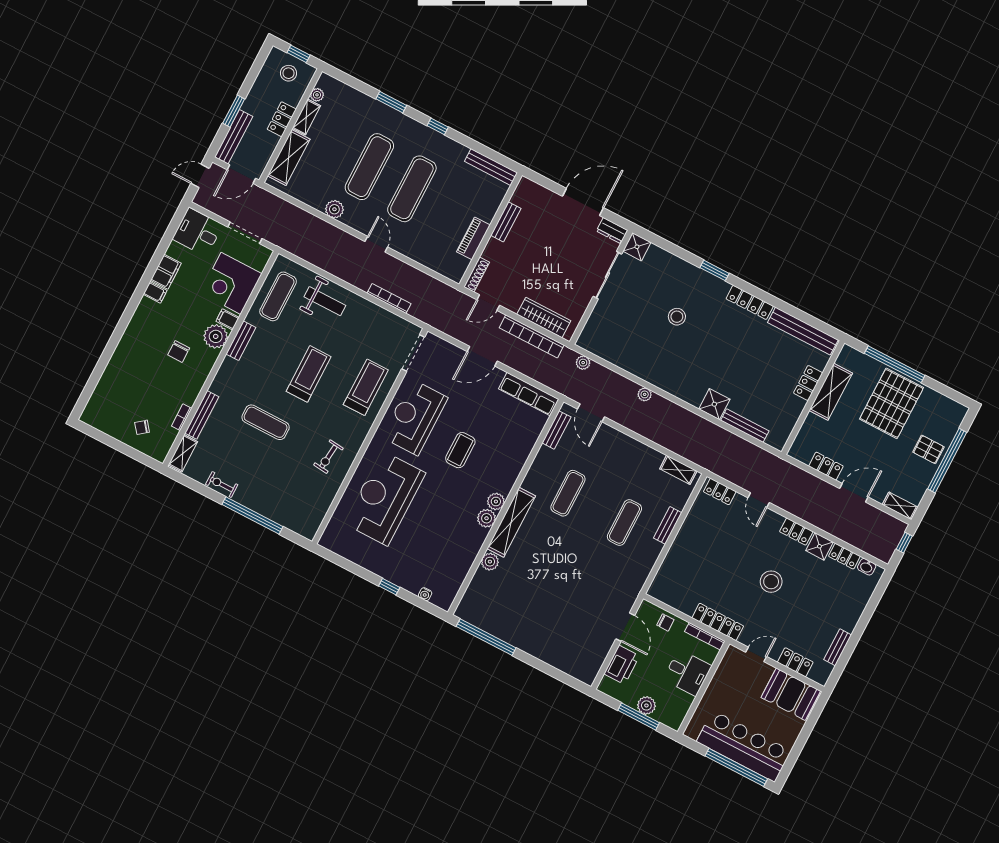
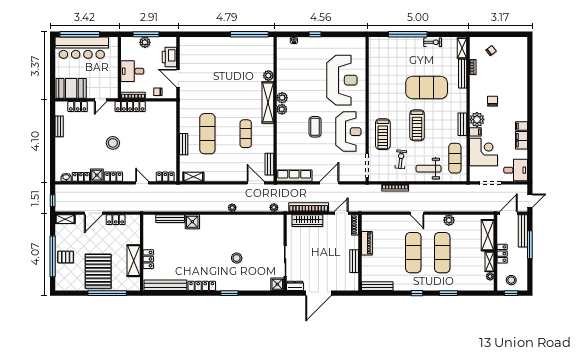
window: (234, 111) -> (530, 245), width x1.44
exercise mat: (266, 422) -> (427, 88), width x2.00, depth x1.45
exercise bike: (328, 457) -> (401, 159), moved
exercise mat: (624, 523) -> (207, 134), width x1.36, depth x1.45

